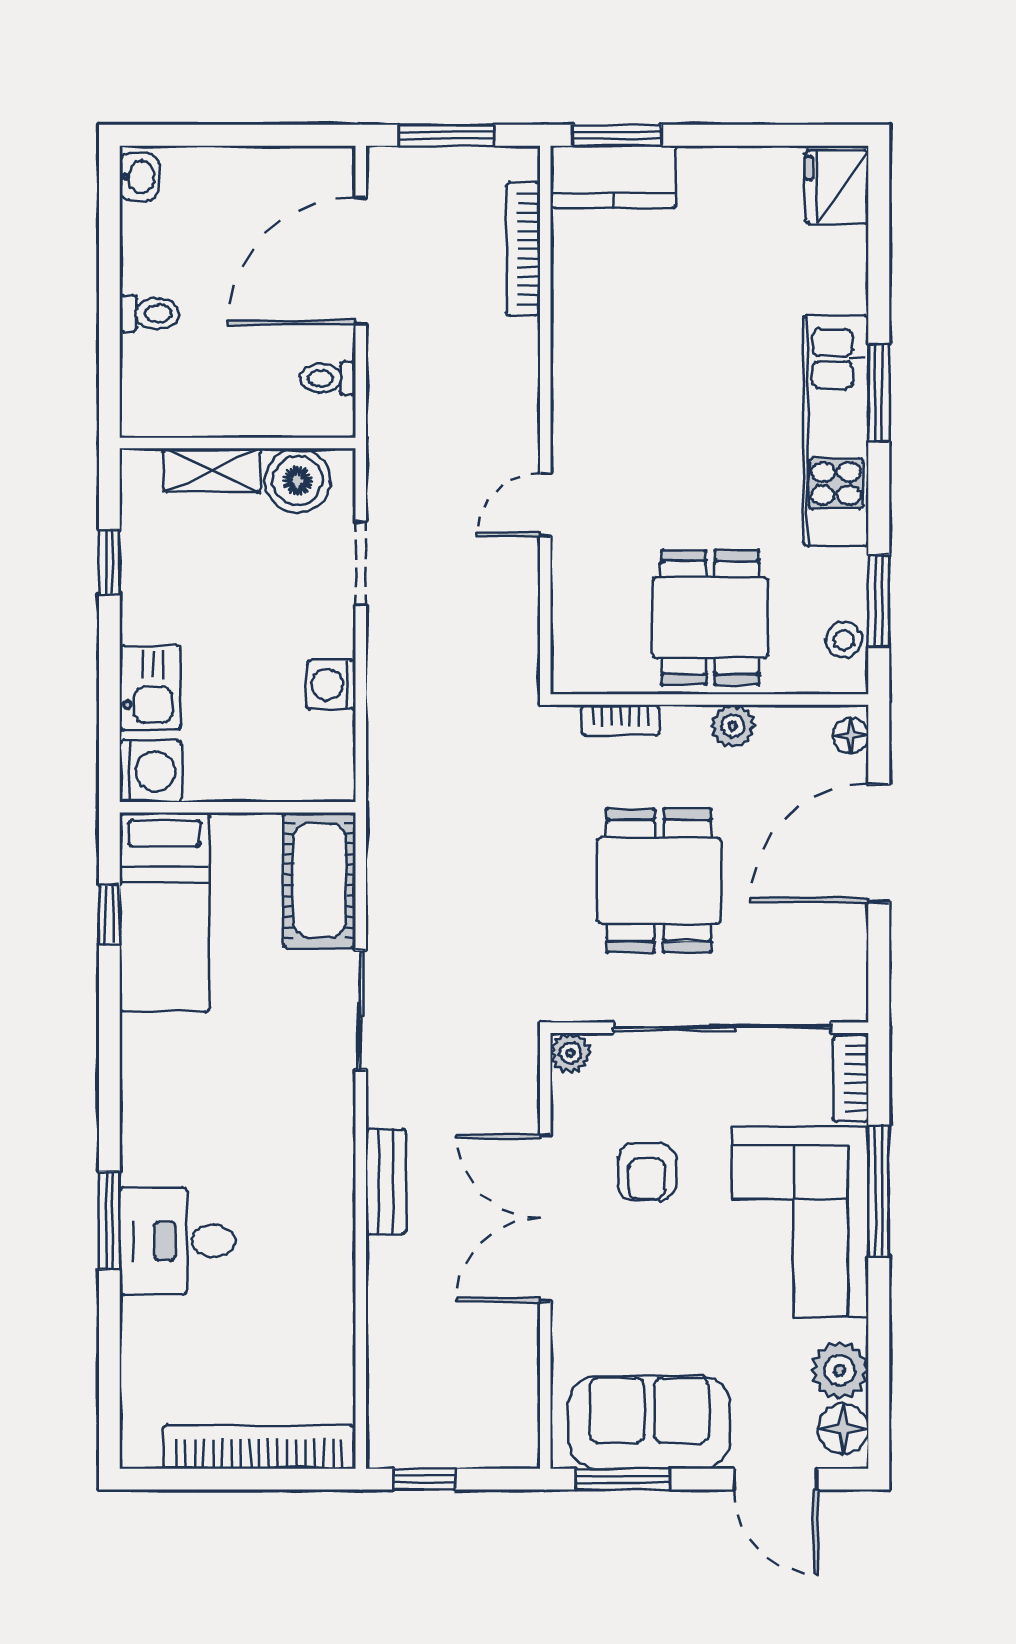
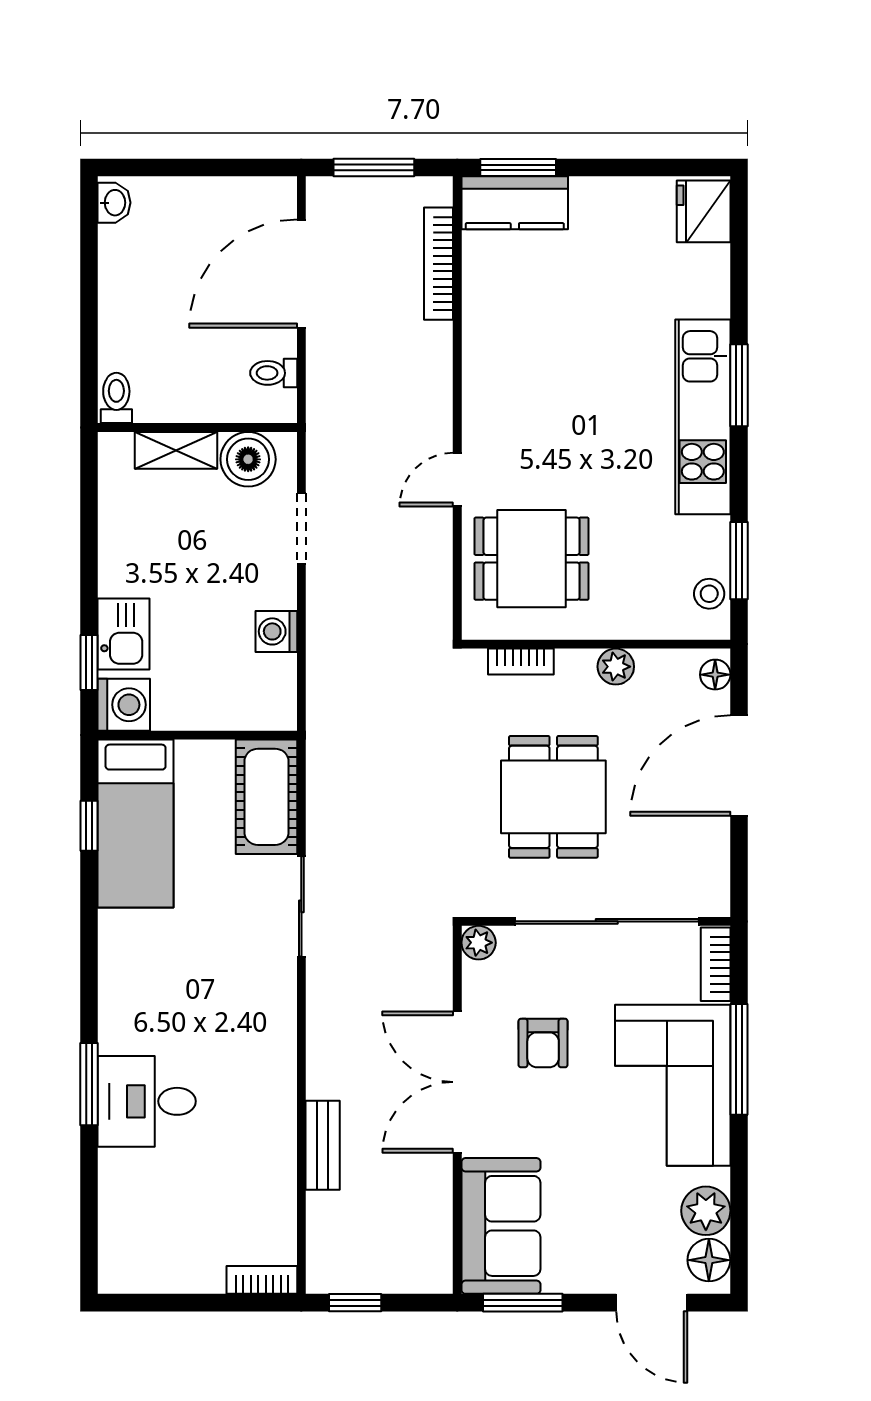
toilet: (149, 314) -> (116, 398), moved, turned -90
window: (109, 562) -> (89, 663), moved
dining table: (710, 618) -> (532, 559), moved, turned 90
bench: (386, 1182) -> (323, 1145), moved
sofa: (649, 1422) -> (501, 1226), moved, turned 90
bookcase: (259, 1447) -> (262, 1280), width x0.43, depth x0.76

